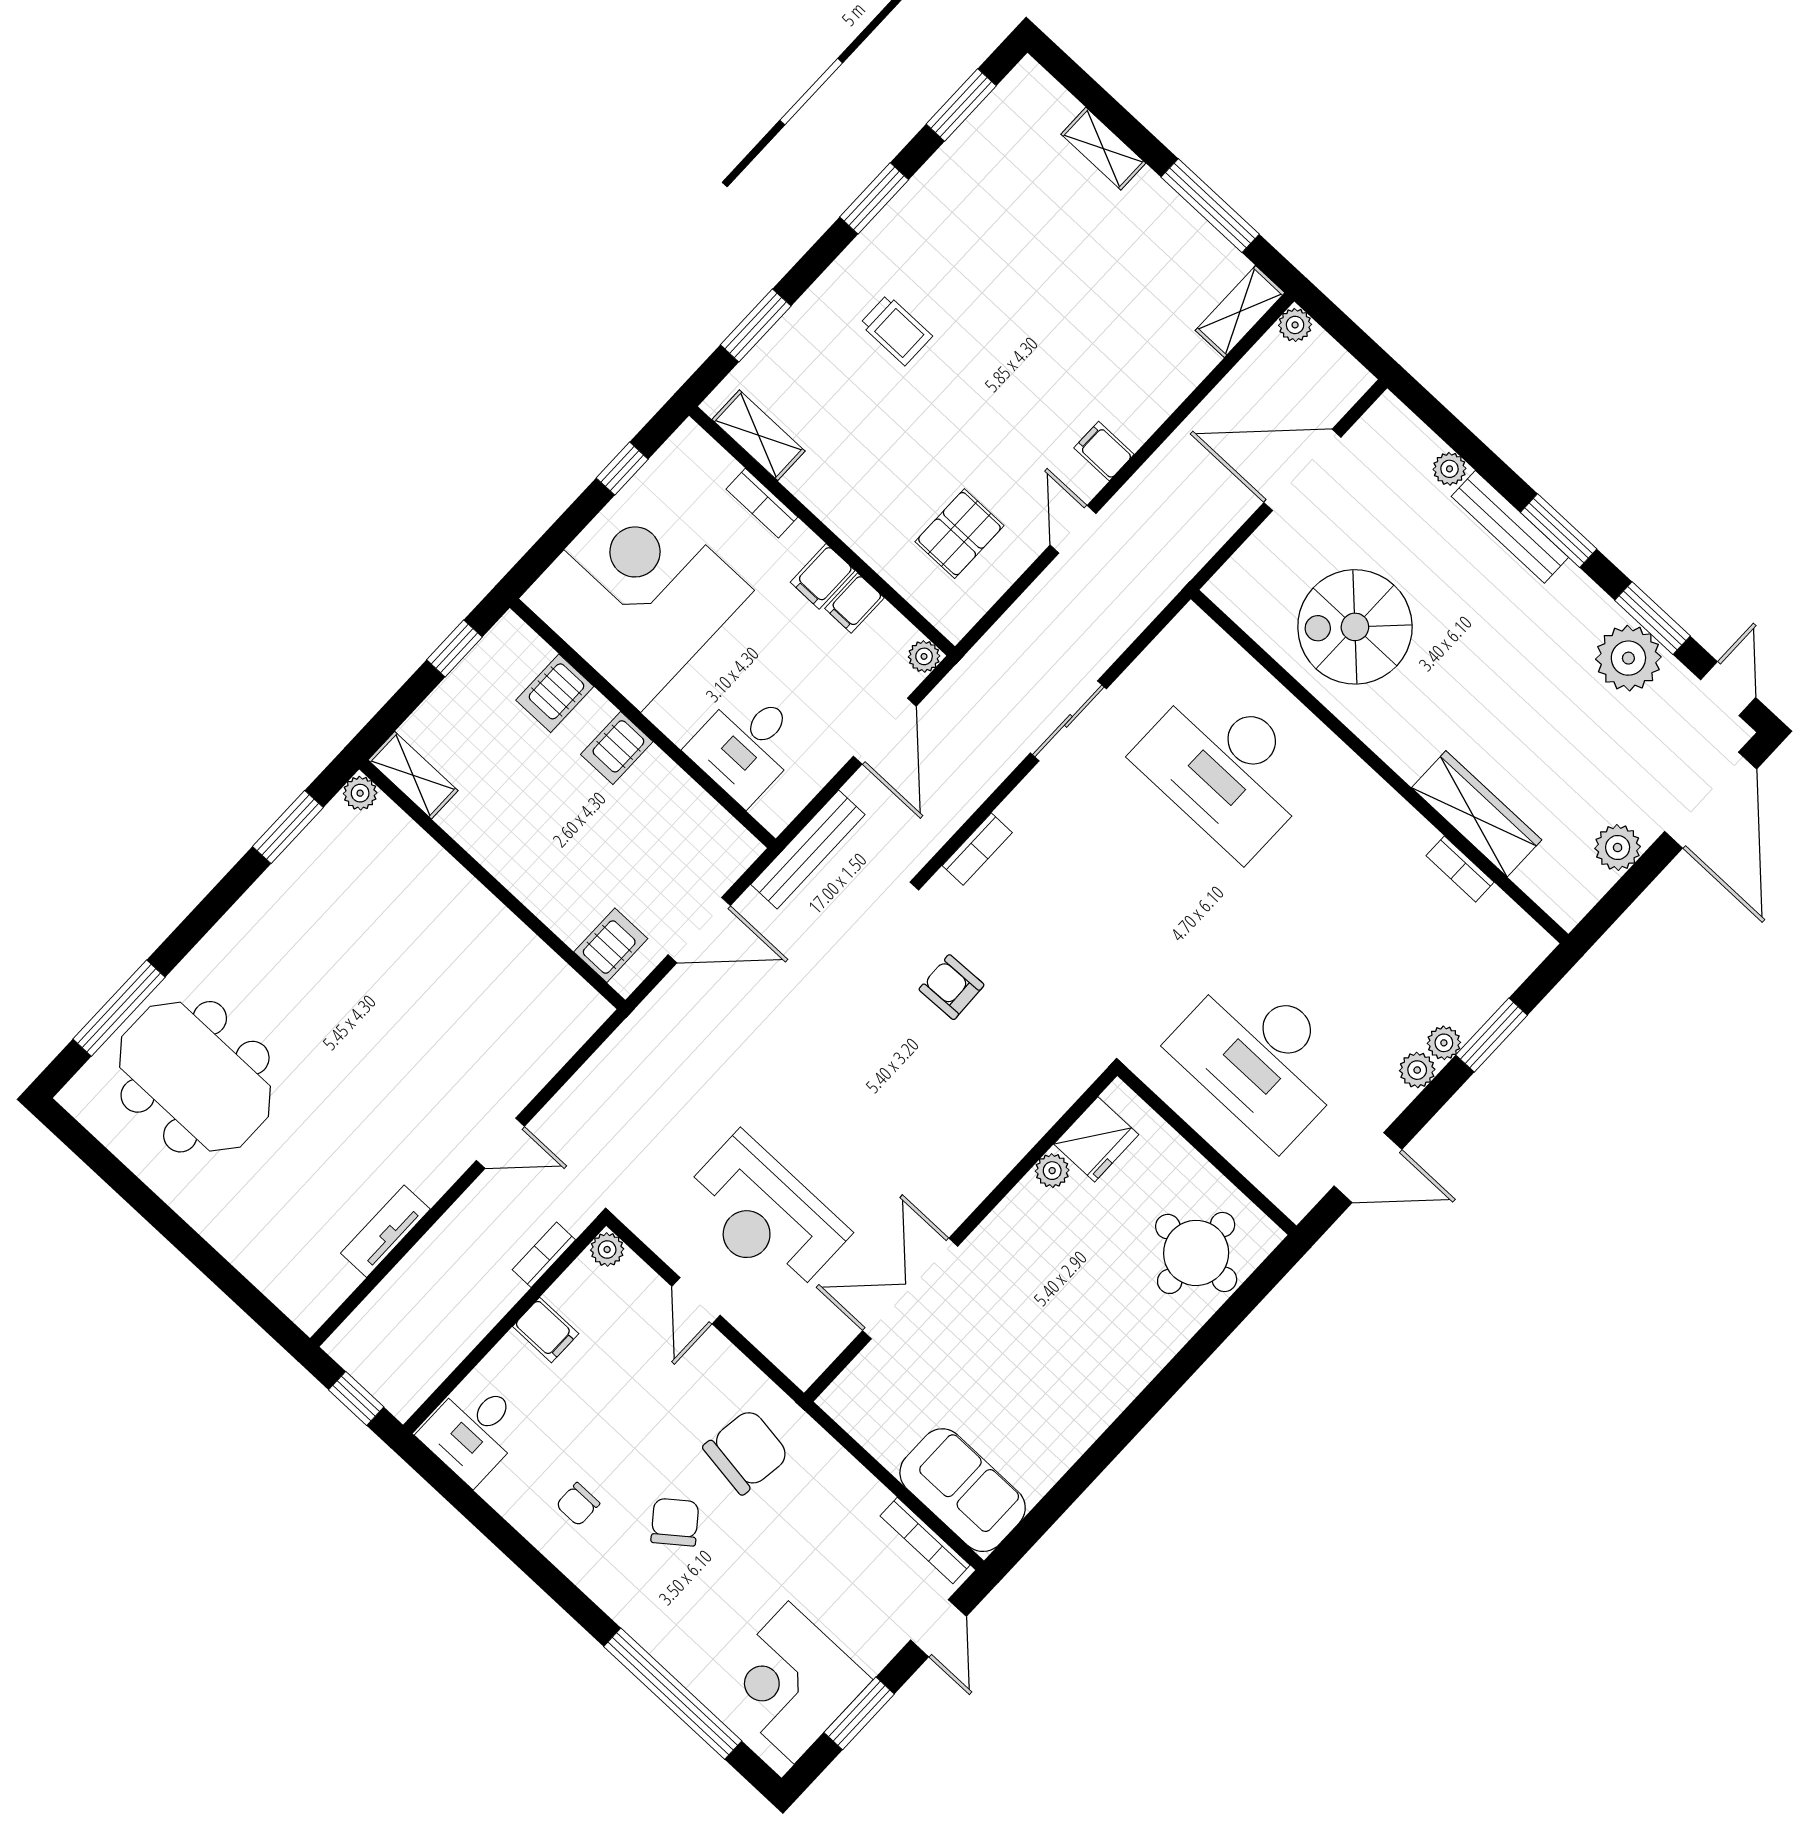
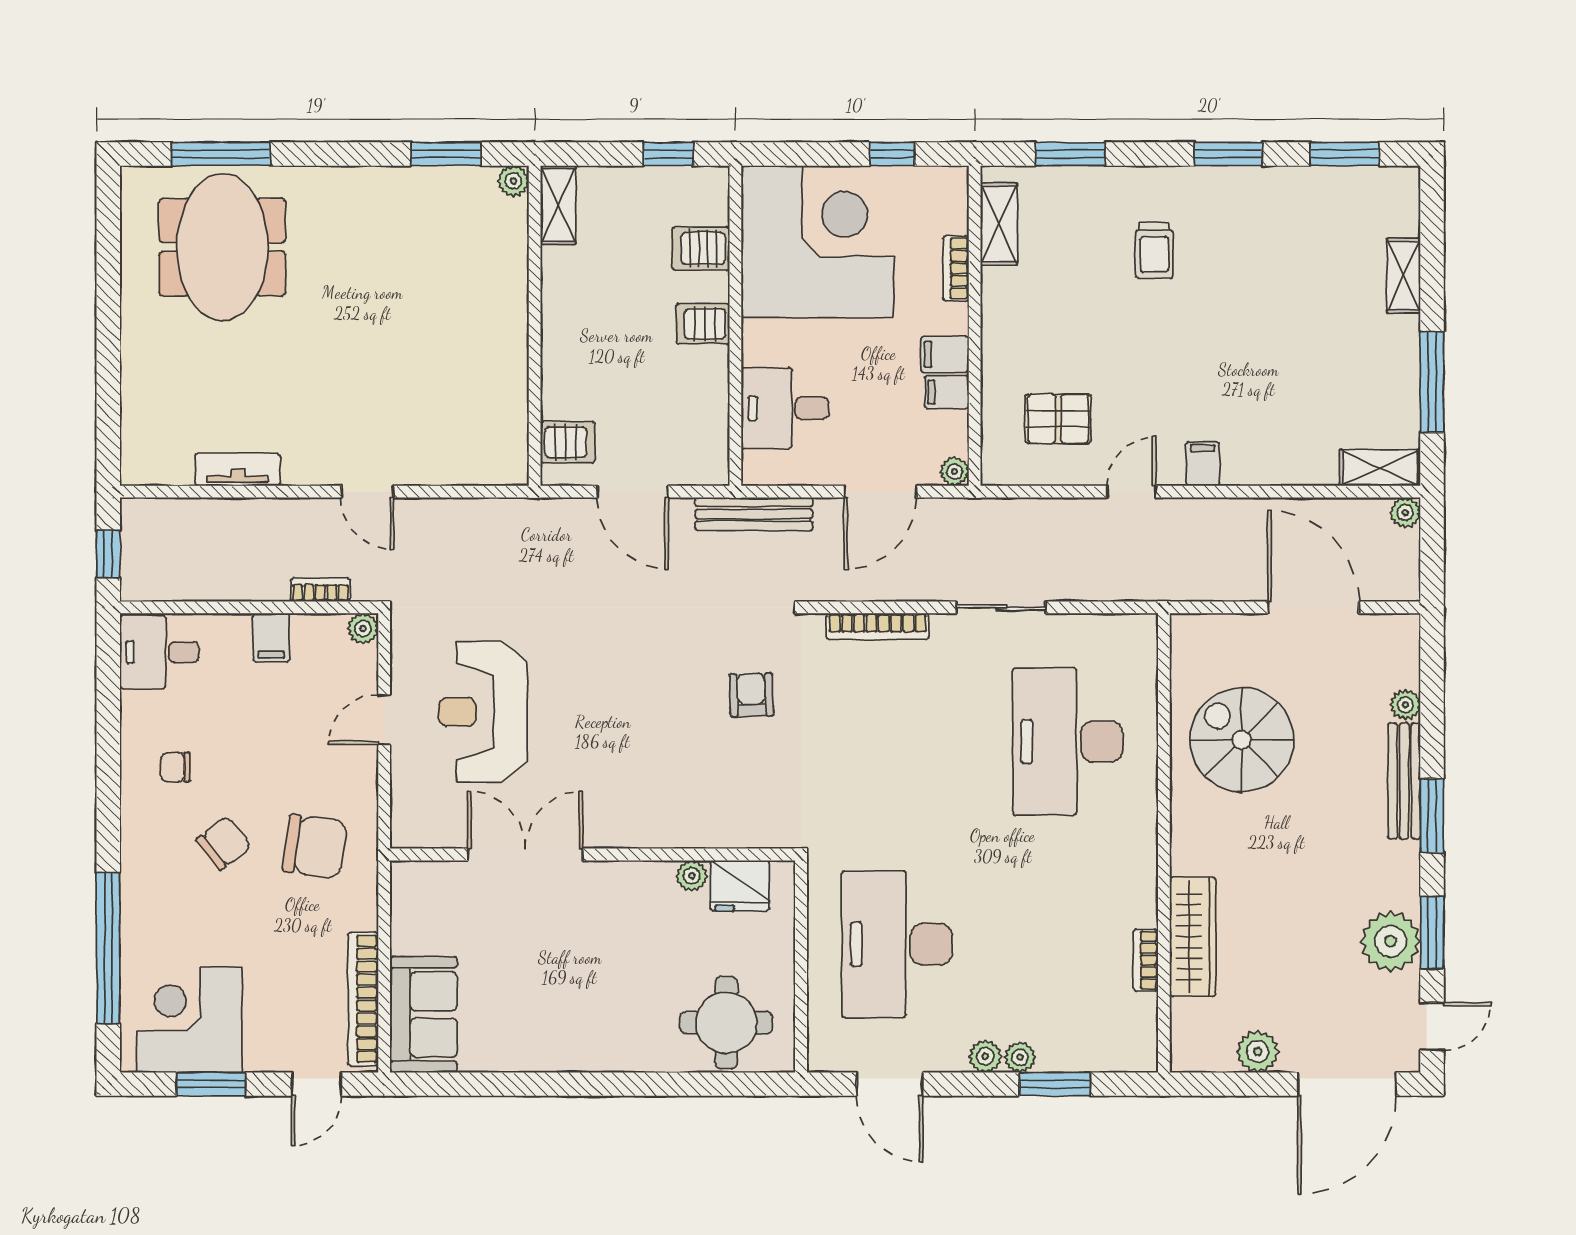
bookcase: (977, 849) -> (878, 626), width x1.56
bookcase: (925, 1540) -> (363, 999), width x1.48, depth x1.31

